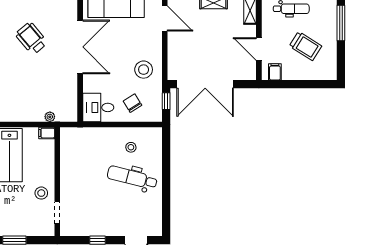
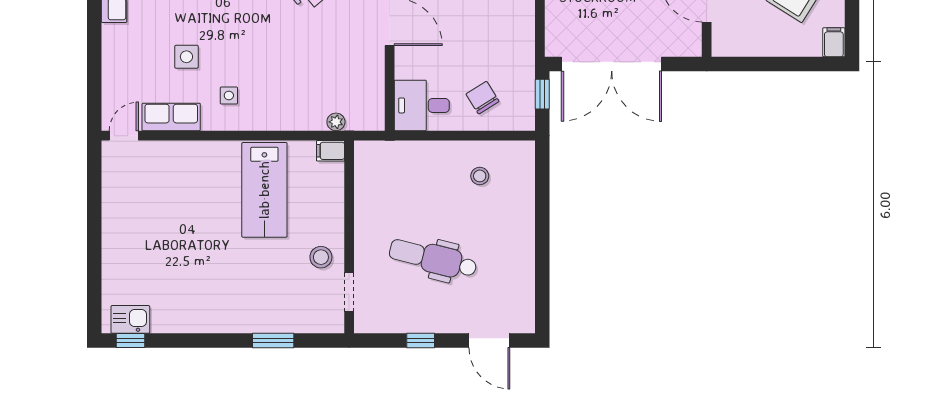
stool: (144, 70) -> (502, 38), removed
filing cabinet: (275, 72) -> (834, 42), moved
dental chair: (132, 178) -> (433, 259), moved

